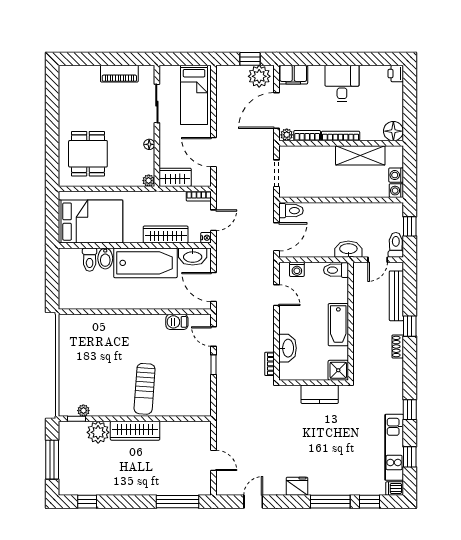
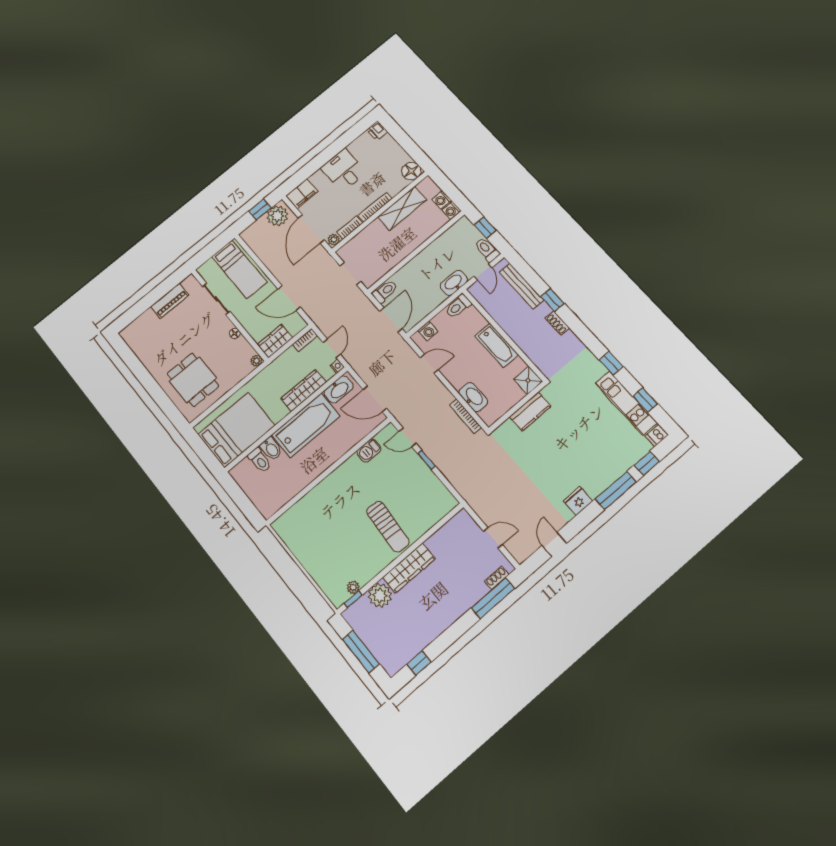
bookcase: (269, 364) -> (465, 416), width x1.56
shoe rack: (192, 490) -> (497, 578), added

